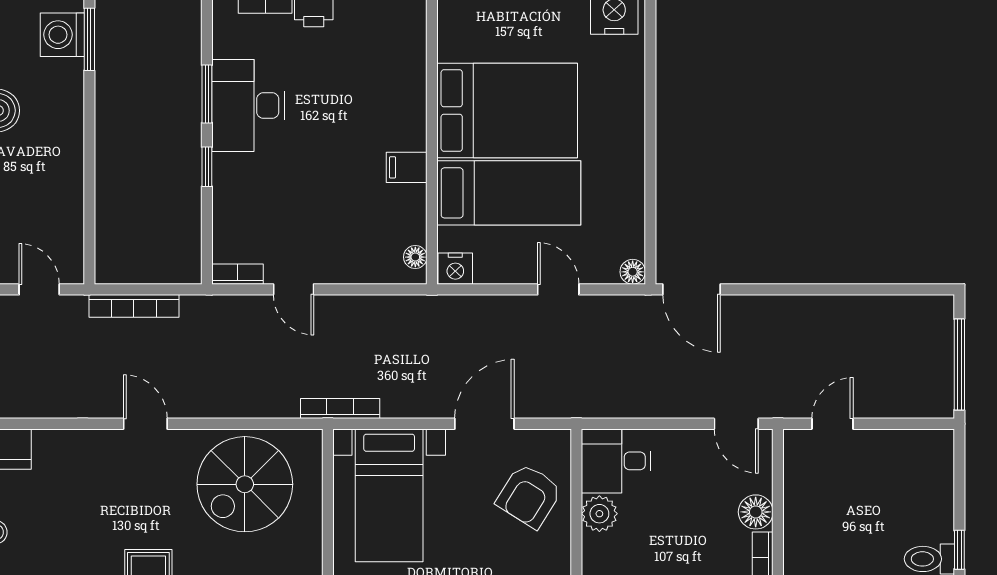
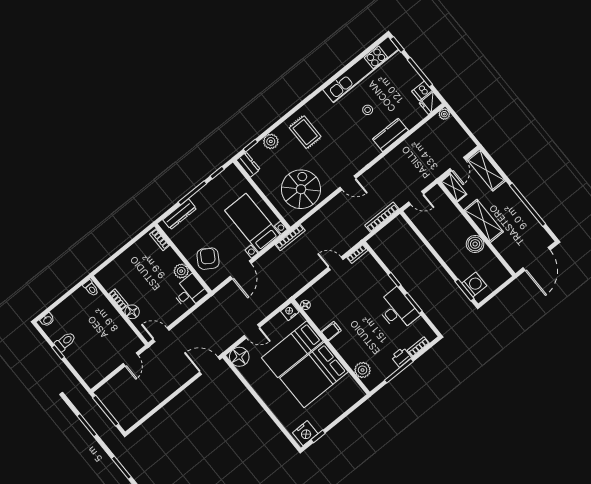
plant: (407, 45) -> (363, 370), added
floor lamp: (633, 272) -> (239, 357), width x1.89, depth x1.89

